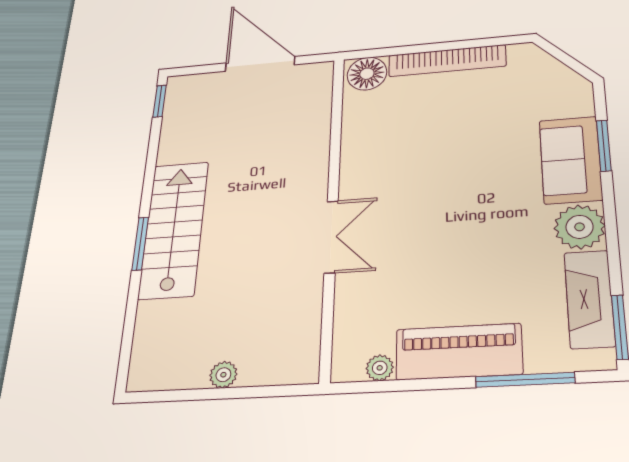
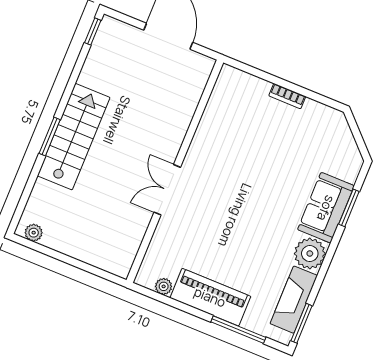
bookcase: (447, 61) -> (287, 96), width x0.43, depth x0.76
floor lamp: (367, 74) -> (233, 81), removed
double door: (331, 237) -> (167, 190), swing flipped
plant: (223, 375) -> (34, 233), moved

